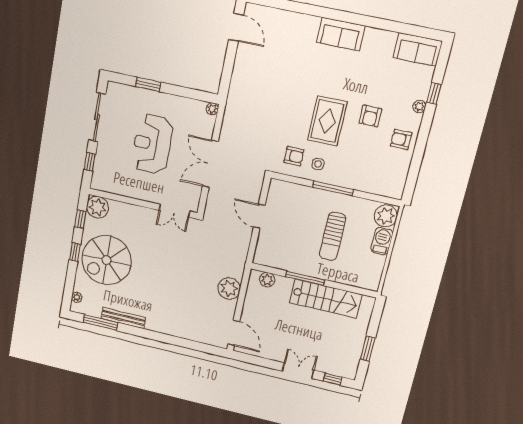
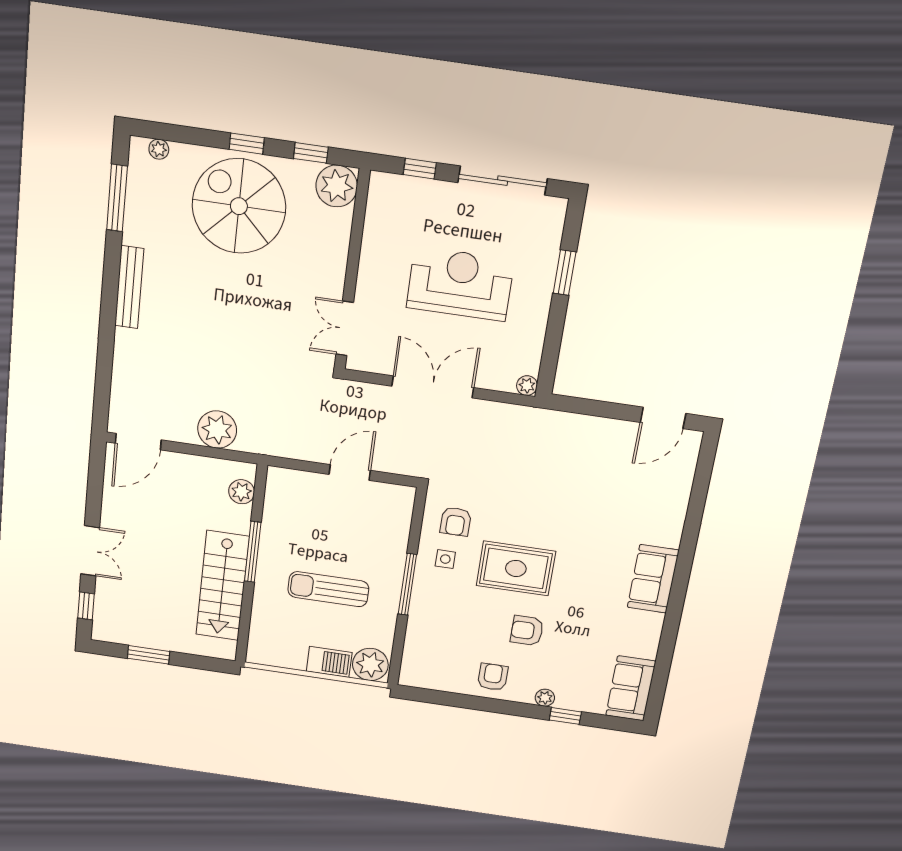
bench: (123, 318) -> (129, 287), moved

